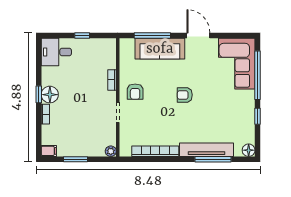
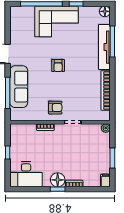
desk: (56, 52) -> (26, 174), width x1.37
corner sofa: (237, 64) -> (57, 21), moved

